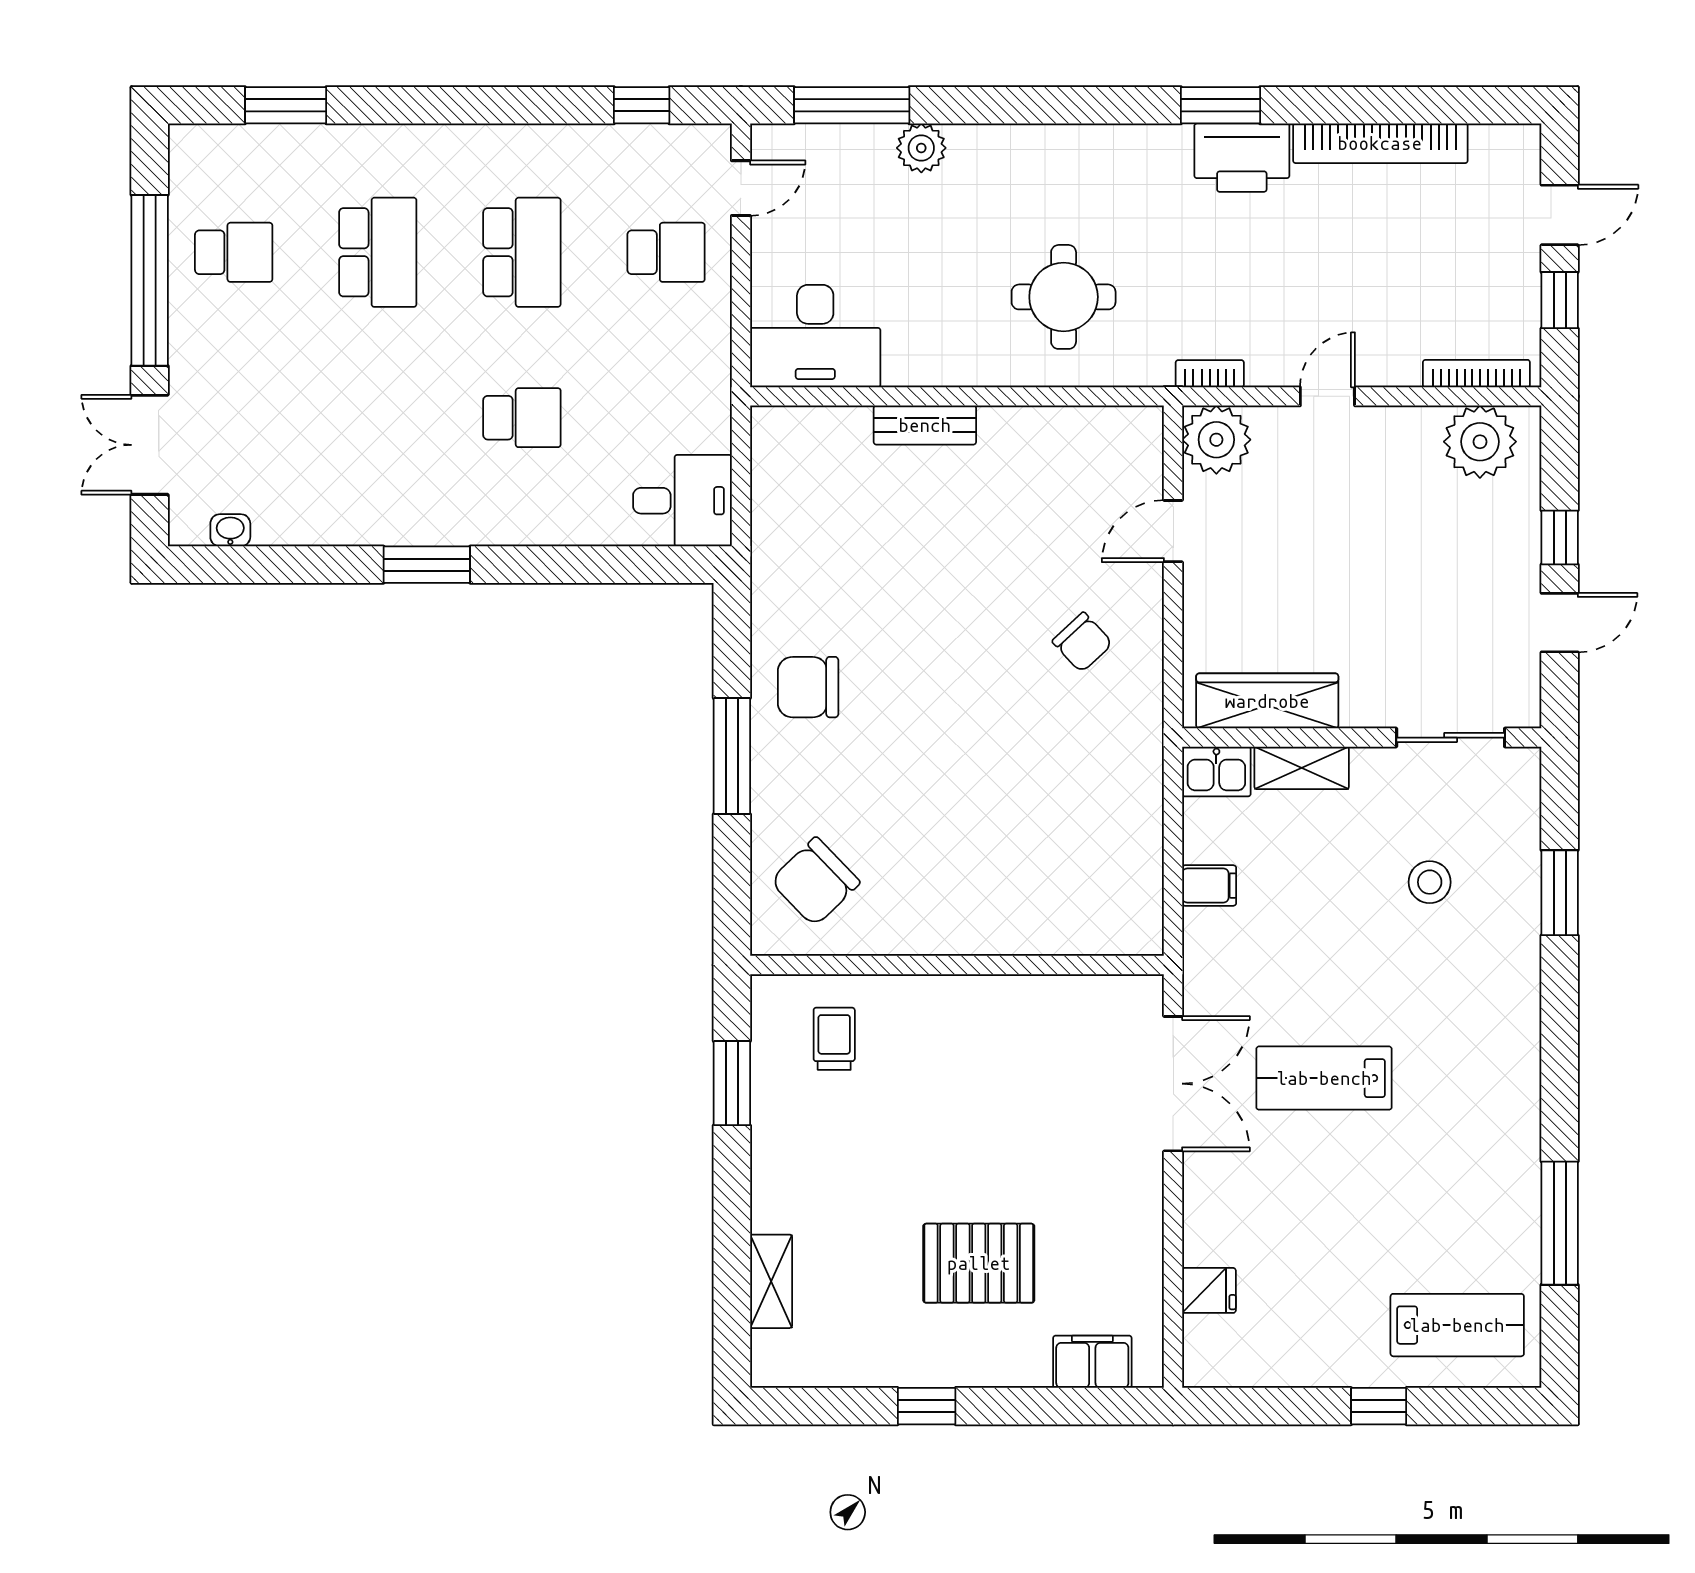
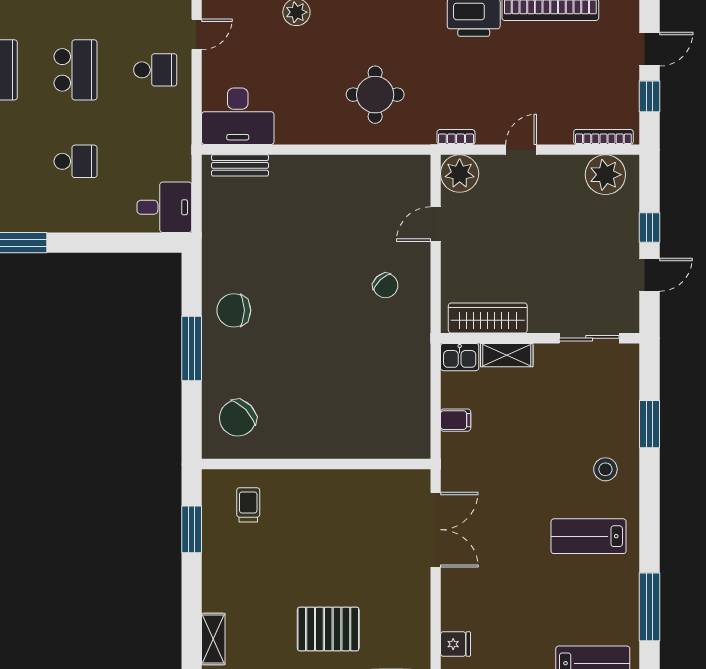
bench: (925, 425) -> (240, 165), moved
stool: (1430, 882) -> (605, 469), moved
lab bench: (1324, 1078) -> (589, 536), moved

